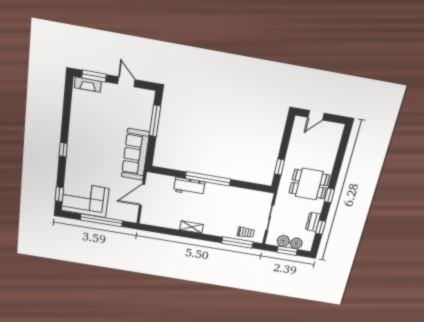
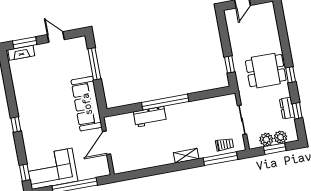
shelving: (191, 227) -> (186, 156), moved

